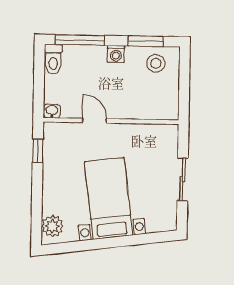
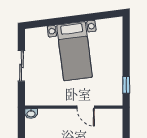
washbasin: (52, 111) -> (31, 114), moved
plant: (52, 226) -> (115, 30), removed

